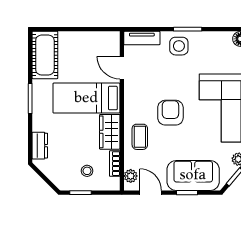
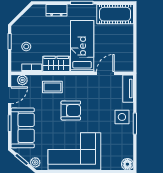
dresser: (40, 146) -> (56, 10), moved

